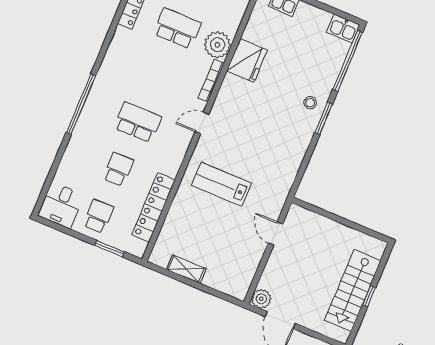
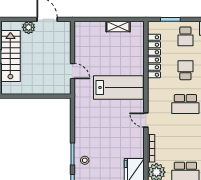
door: (202, 123) -> (146, 120), swing flipped
school desk: (118, 169) -> (185, 70), turned 180
lab bench: (221, 184) -> (118, 87), width x1.36, depth x1.39
plant: (261, 299) -> (29, 27), moved

